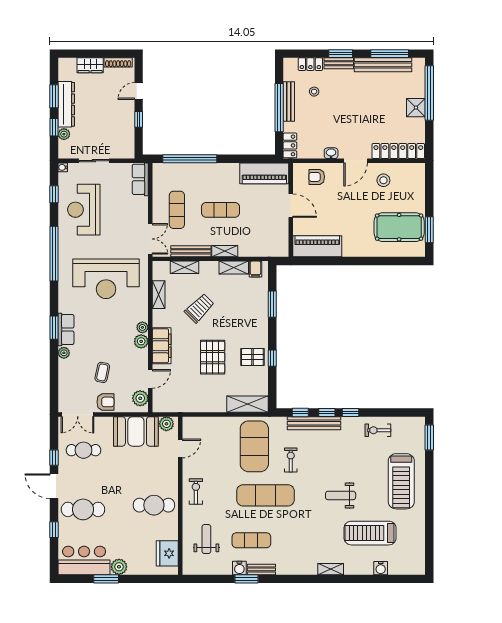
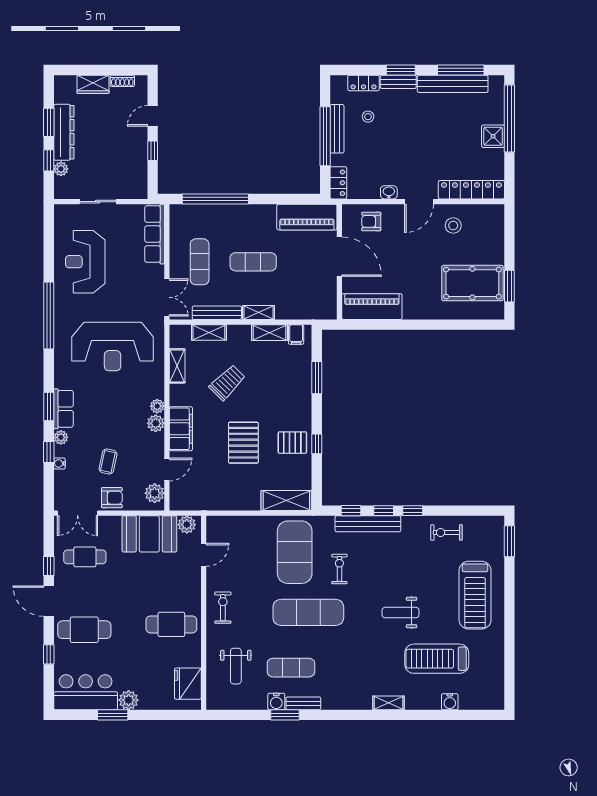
shoe rack: (118, 62) -> (122, 81), width x0.70
water cooler: (63, 167) -> (59, 463), moved
row of seats: (140, 179) -> (155, 234), width x1.48
window: (54, 194) -> (49, 452), moved
door: (291, 206) -> (339, 257), width x1.36
weight bench: (206, 539) -> (236, 666), turned 180

